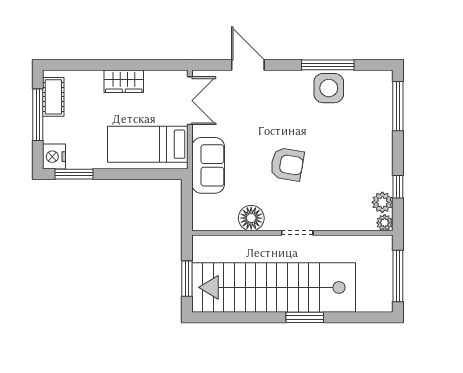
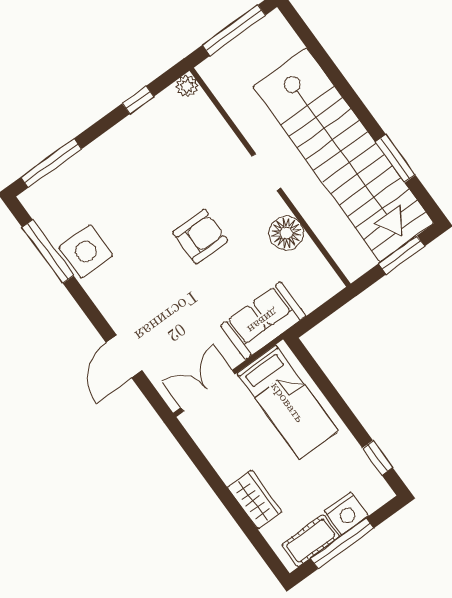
window: (328, 65) -> (48, 252), moved
wardrobe: (124, 81) -> (255, 499), moved
nightstand: (54, 157) -> (346, 513), moved
armchair: (287, 164) -> (200, 237), turned 80
window: (74, 174) -> (377, 458), width x0.67
plant: (382, 202) -> (167, 104), removed
window: (305, 317) -> (395, 158), moved

